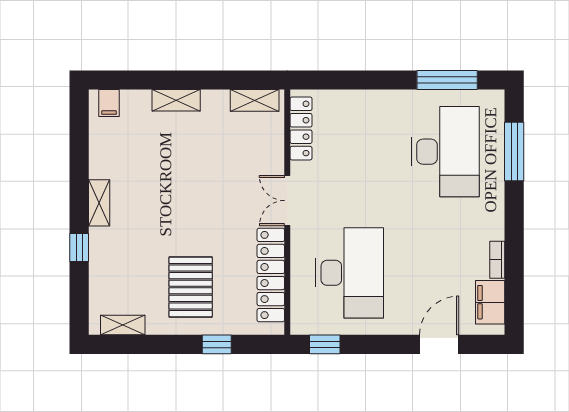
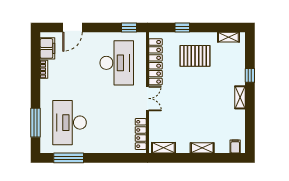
desk: (350, 273) -> (117, 63), turned 180
pallet: (191, 287) -> (195, 56), turned 90

